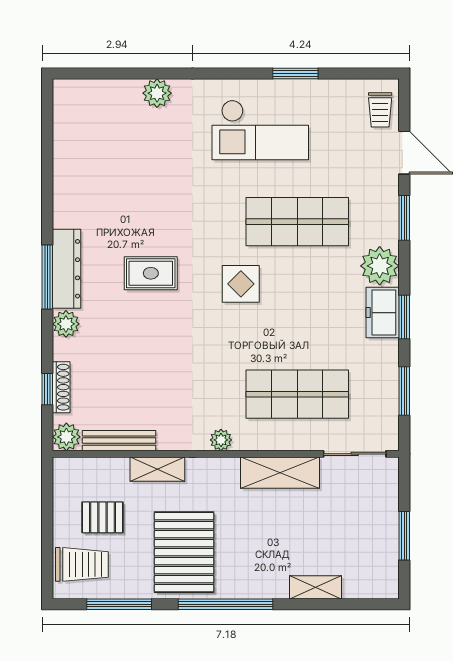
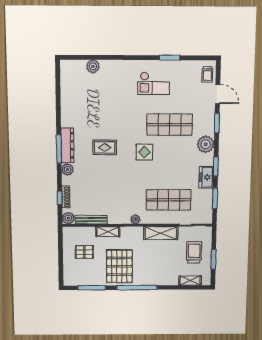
plant: (157, 93) -> (93, 66), moved
checkout: (260, 130) -> (154, 83), width x0.73, depth x0.83
freezer: (383, 313) -> (206, 177), moved
trolley: (82, 564) -> (194, 252), moved, turned -90
shelving: (315, 587) -> (190, 281), moved

